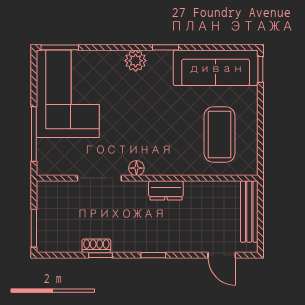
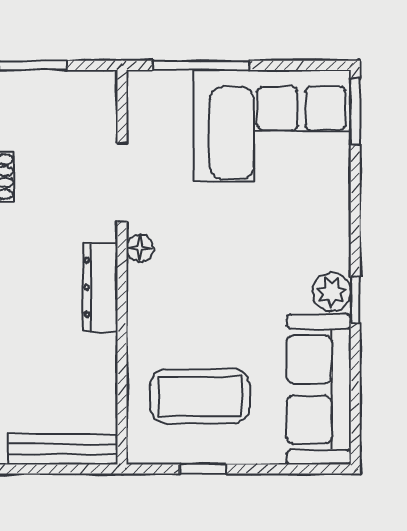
plant: (136, 61) -> (332, 292), moved
window: (260, 69) -> (203, 469), moved
dresser: (166, 190) -> (100, 287), width x1.44

